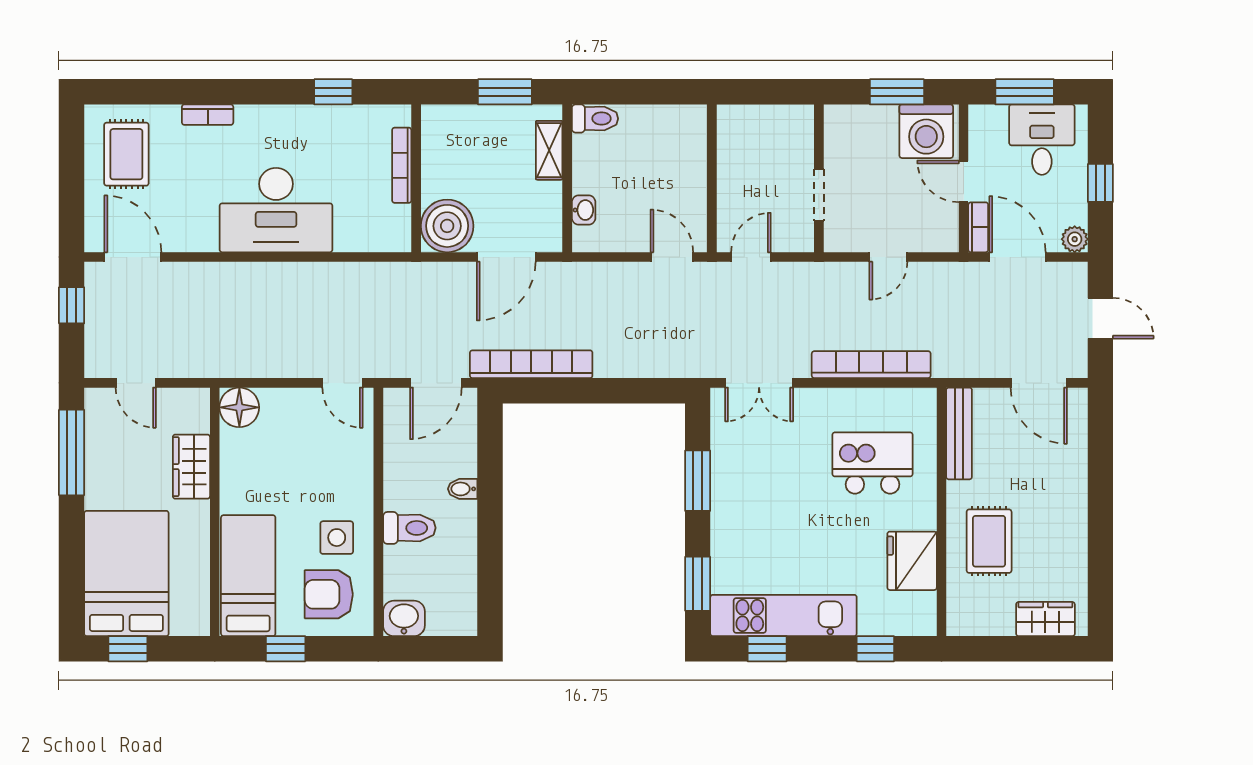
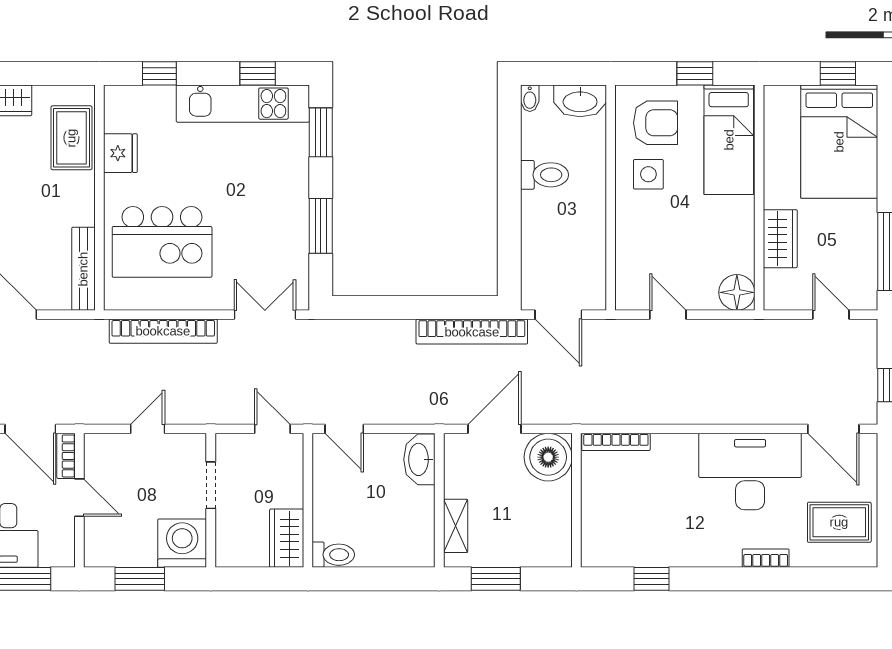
toilet: (595, 119) -> (333, 555), moved, turned 180
washing machine: (926, 131) -> (182, 543), moved
wardrobe: (735, 137) -> (287, 538), added
rug: (126, 154) -> (839, 522), turned 90
bookcase: (402, 165) -> (616, 442), moved, turned 90
desk: (276, 210) -> (750, 472), moved
washbasin: (584, 210) -> (419, 459), width x1.91, depth x1.45
door: (751, 257) -> (272, 429), swing flipped
door: (342, 383) -> (668, 315), moved
door: (436, 383) -> (558, 315), swing flipped
kitchen island: (872, 463) -> (162, 242), width x1.37, depth x1.28
bidet: (463, 489) -> (530, 98), moved, turned 90
toilet: (409, 528) -> (545, 175), moved, turned 180
rug: (989, 541) -> (71, 138), moved
fridge: (912, 561) -> (120, 153), width x0.73, depth x0.75
washbasin: (404, 618) -> (580, 101), width x1.38

